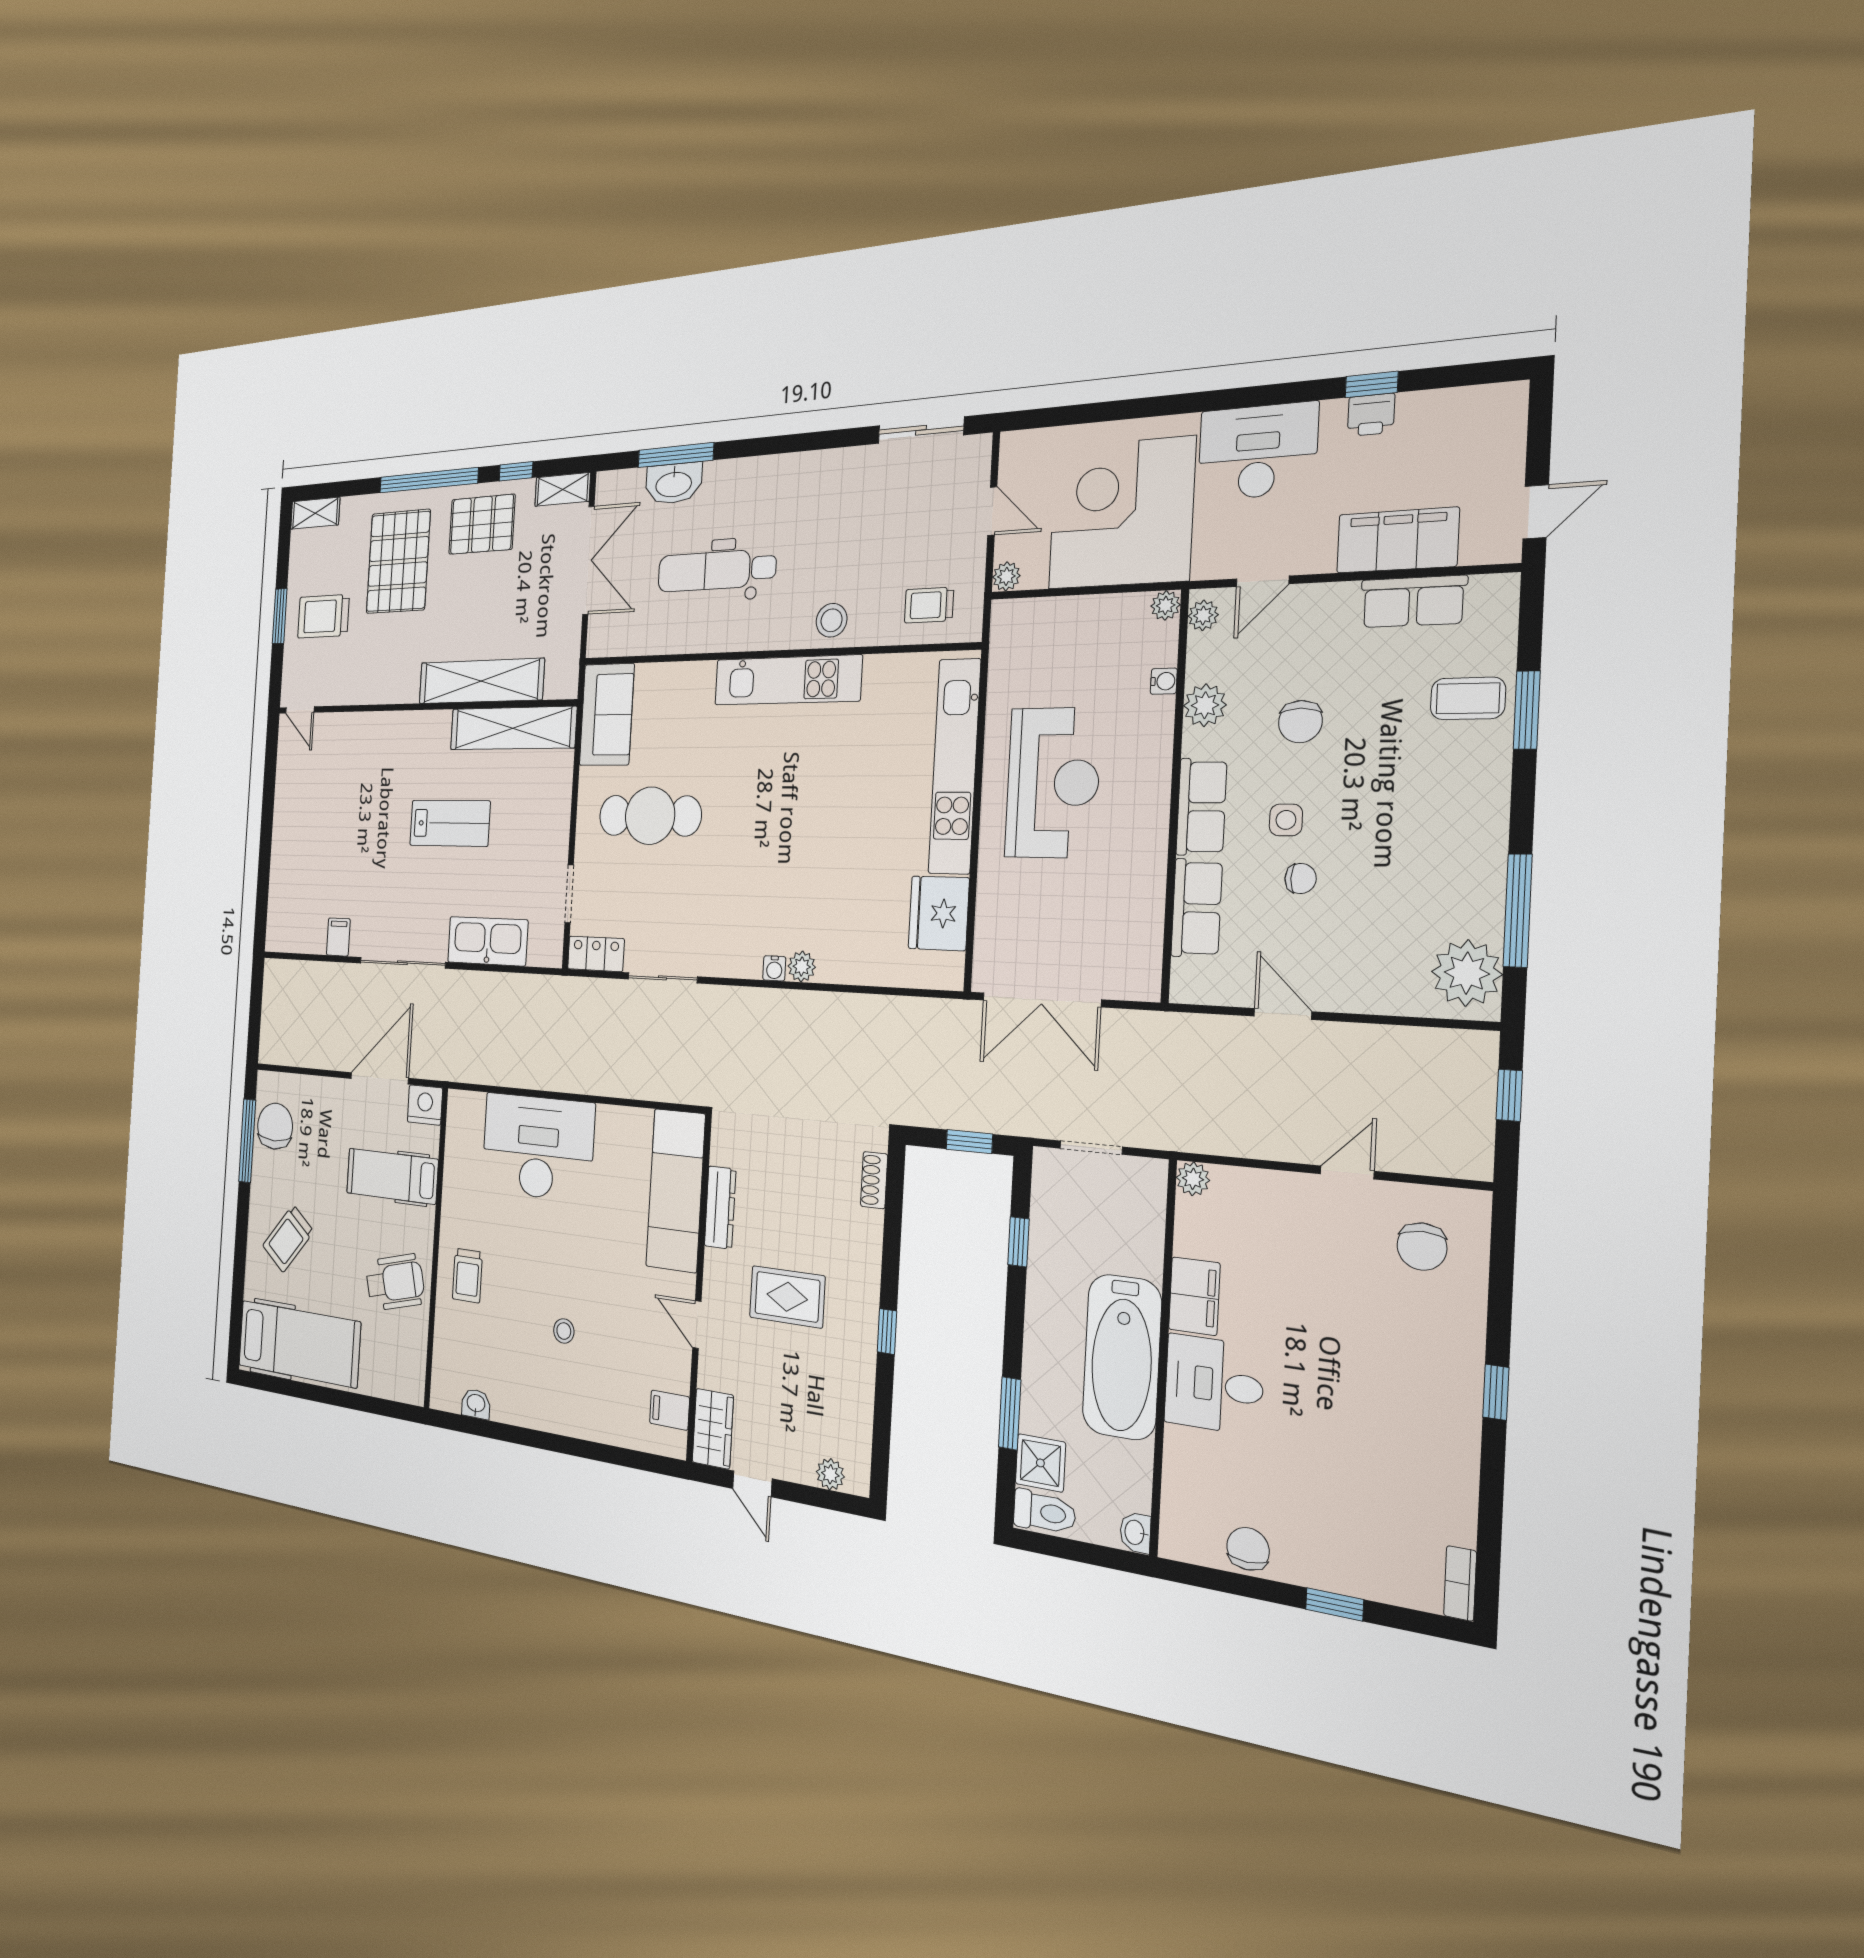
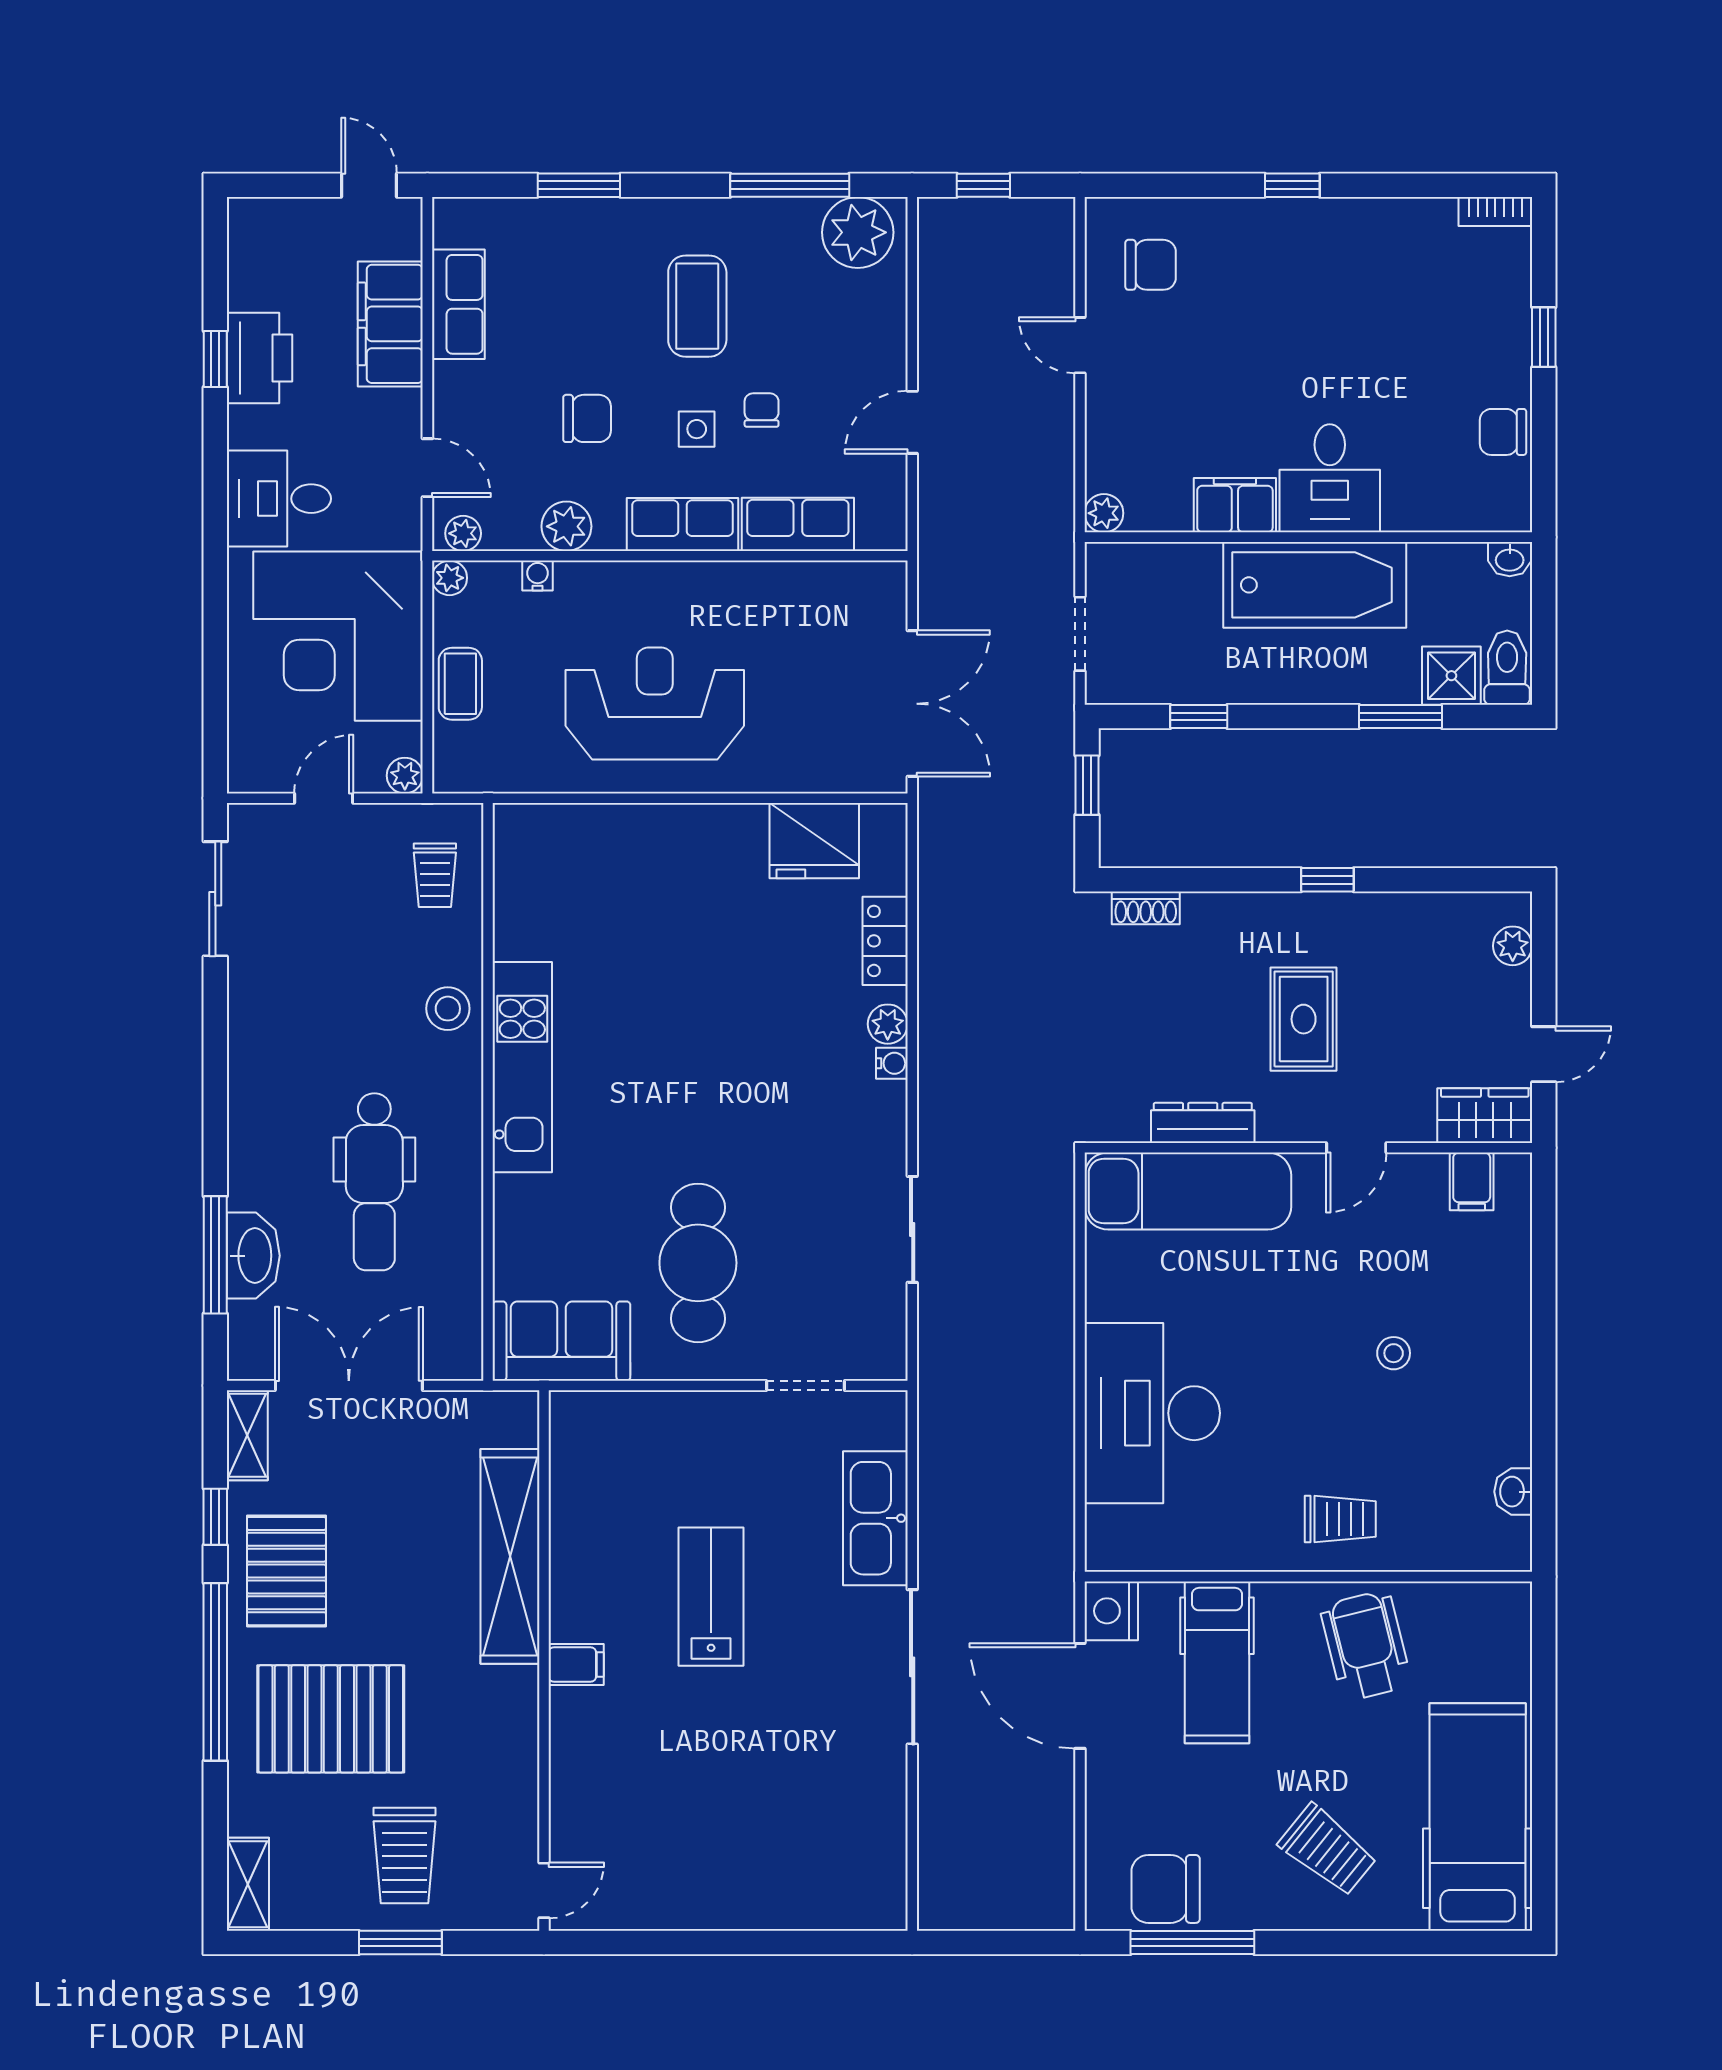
printer: (1371, 415) -> (260, 358), width x1.87, depth x1.48
desk: (1258, 451) -> (279, 499), width x0.73
coffee table: (1077, 619) -> (460, 684), added
coffee table: (1468, 698) -> (697, 306), moved, width x1.36, depth x1.30
shelving: (513, 728) -> (578, 1496), removed
kitchen unit: (955, 766) -> (634, 830), removed
filing cabinet: (338, 937) -> (576, 1665), moved, turned 180
locker: (596, 954) -> (885, 941), moved

